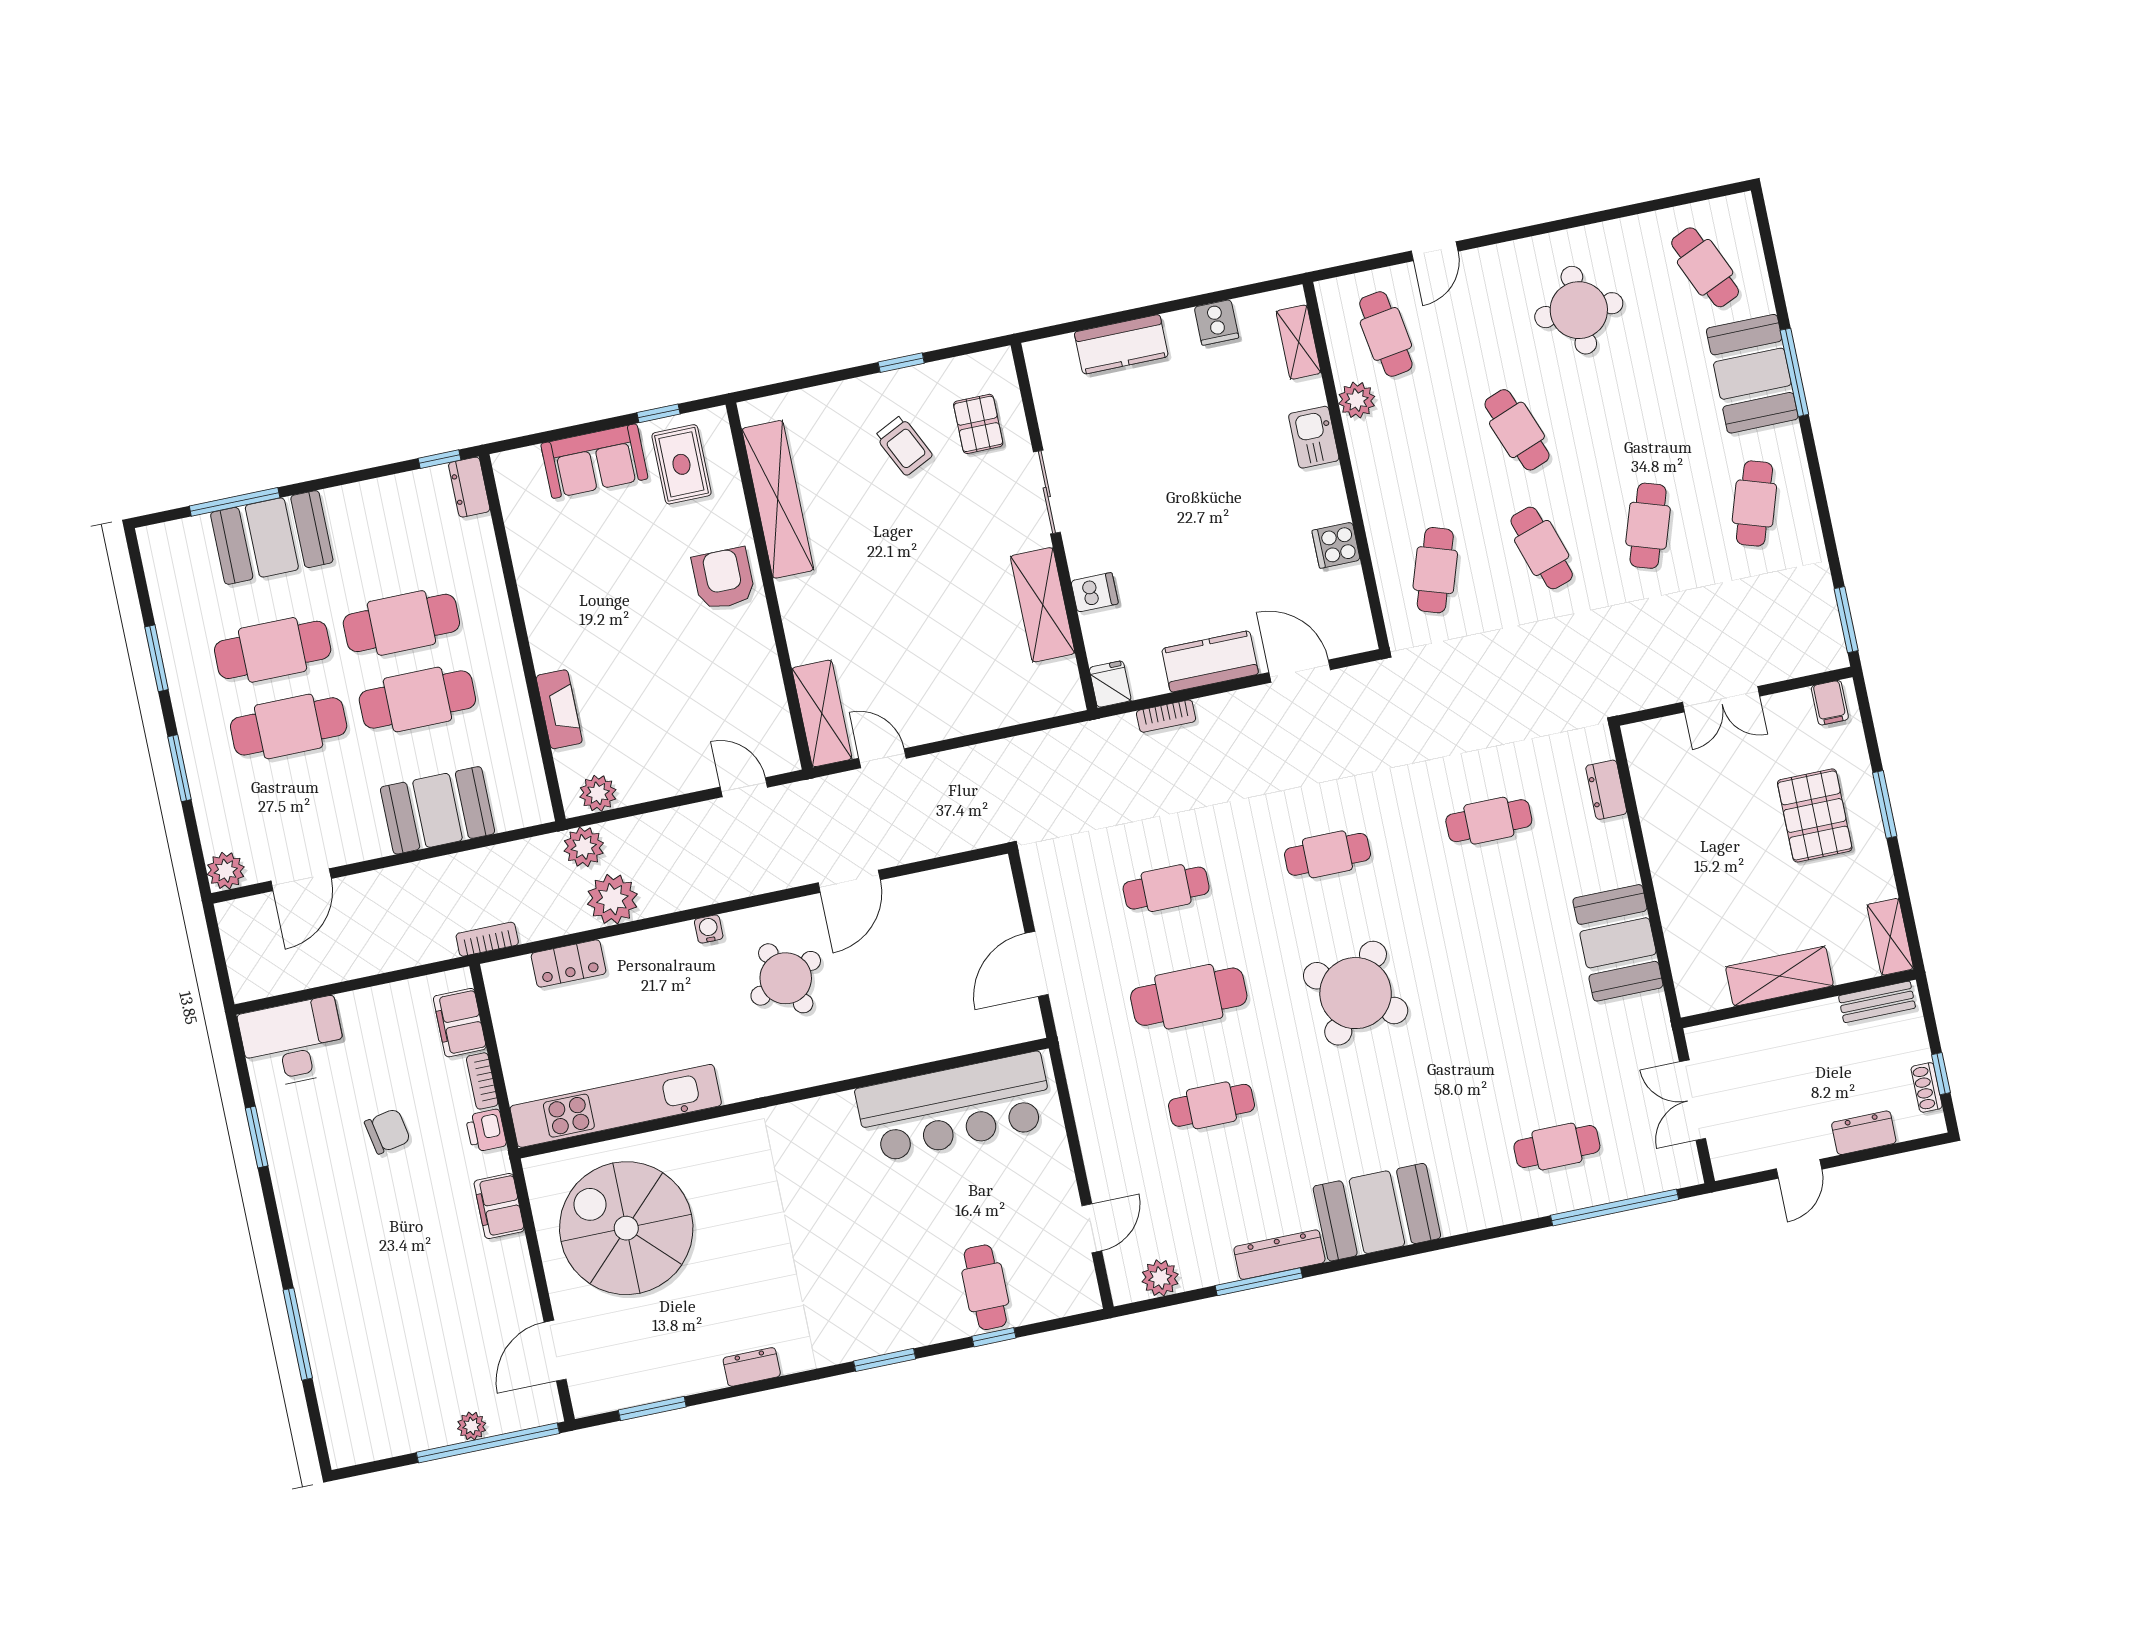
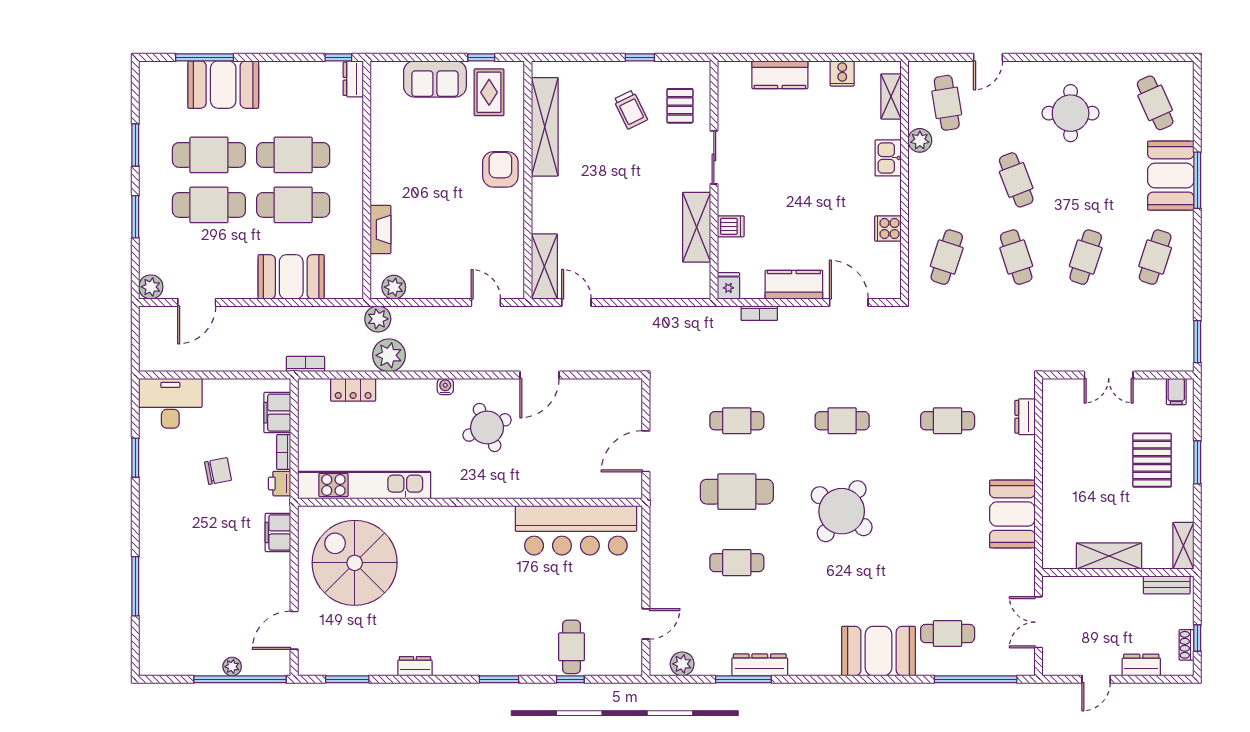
booth: (1377, 1212) -> (879, 651), moved

